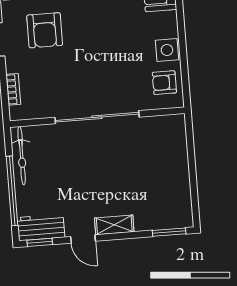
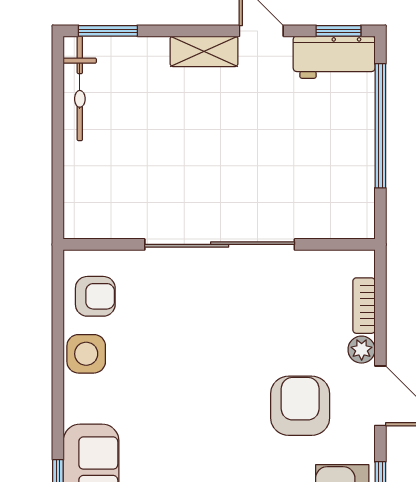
plant: (13, 64) -> (362, 350), added
bicycle: (22, 156) -> (80, 88), moved, turned 180

